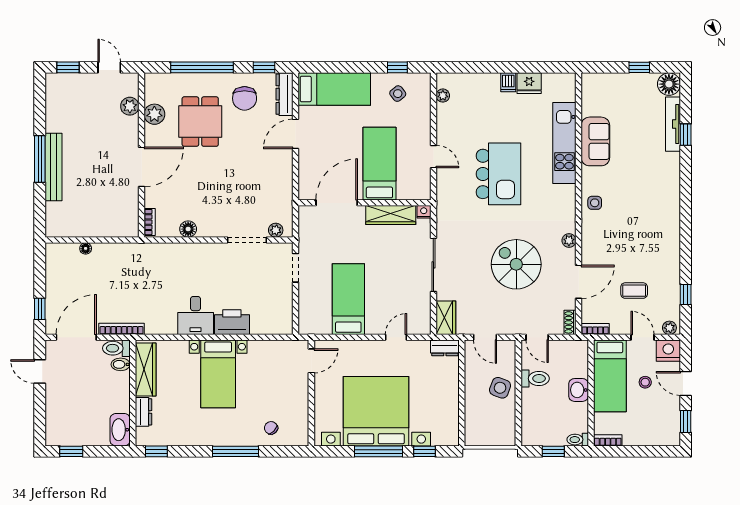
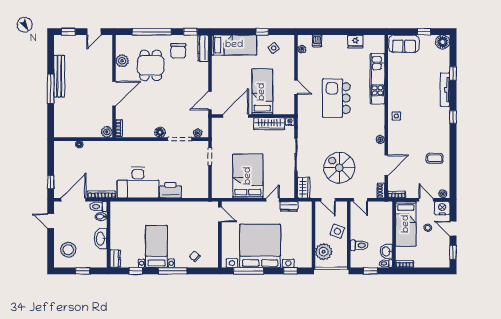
door: (109, 67) -> (94, 32), swing flipped
window: (397, 67) -> (262, 32), moved
dishwasher: (508, 82) -> (317, 41), moved
plant: (130, 106) -> (107, 132), moved
tv unit: (673, 124) -> (445, 90), moved
door: (295, 134) -> (210, 101), moved
sofa: (595, 141) -> (404, 44), moved, turned 90
bench: (54, 167) -> (59, 76), moved
kitchen island: (498, 174) -> (336, 98), turned 180
floor lamp: (188, 229) -> (160, 132), moved
spiral stairs: (516, 264) -> (339, 168), moved
coffee table: (634, 291) -> (435, 158), moved
window: (686, 295) -> (453, 117), moved
bed: (348, 299) -> (248, 176), width x1.50
desk: (196, 315) -> (138, 183), width x1.87, depth x1.30
dresser: (445, 348) -> (289, 206), moved
door: (311, 361) -> (220, 214), hinge flipped
wardrobe: (146, 369) -> (117, 220), removed
bed with nightstands: (218, 374) -> (156, 246), moved, turned 180
toilet: (535, 378) -> (359, 245), moved
washbasin: (579, 390) -> (386, 251), moved
dresser: (143, 412) -> (115, 259), moved
stool: (68, 417) -> (68, 250), added
plant: (478, 421) -> (324, 252), added
washbasin: (120, 430) -> (101, 239), moved
window: (71, 451) -> (83, 271), moved
window: (156, 451) -> (136, 271), moved
window: (378, 451) -> (248, 271), moved

